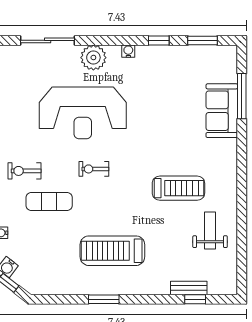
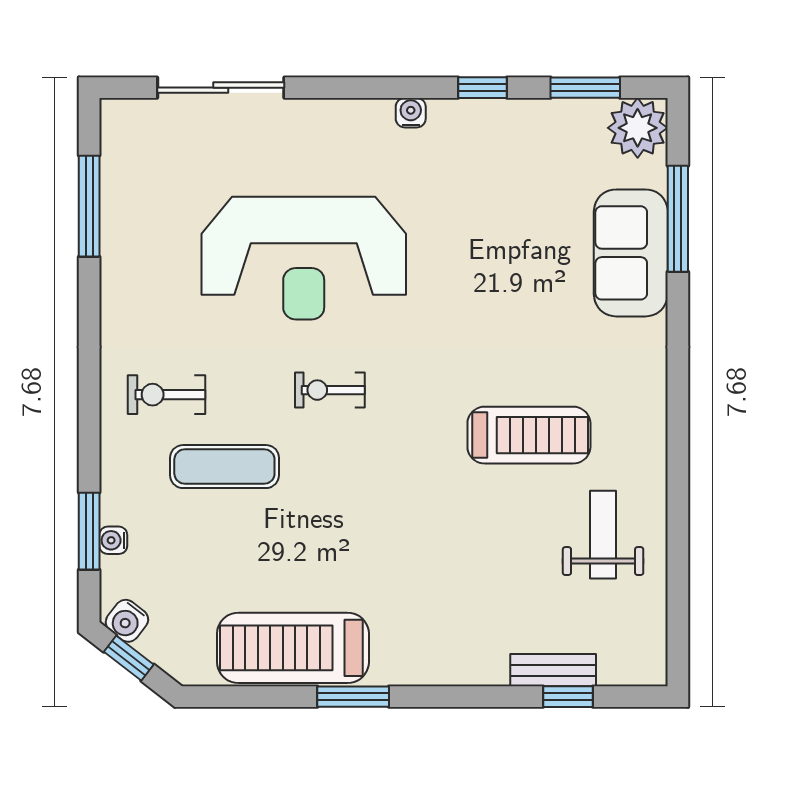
plant: (93, 58) -> (638, 128), moved
treadmill: (112, 251) -> (293, 648), moved

